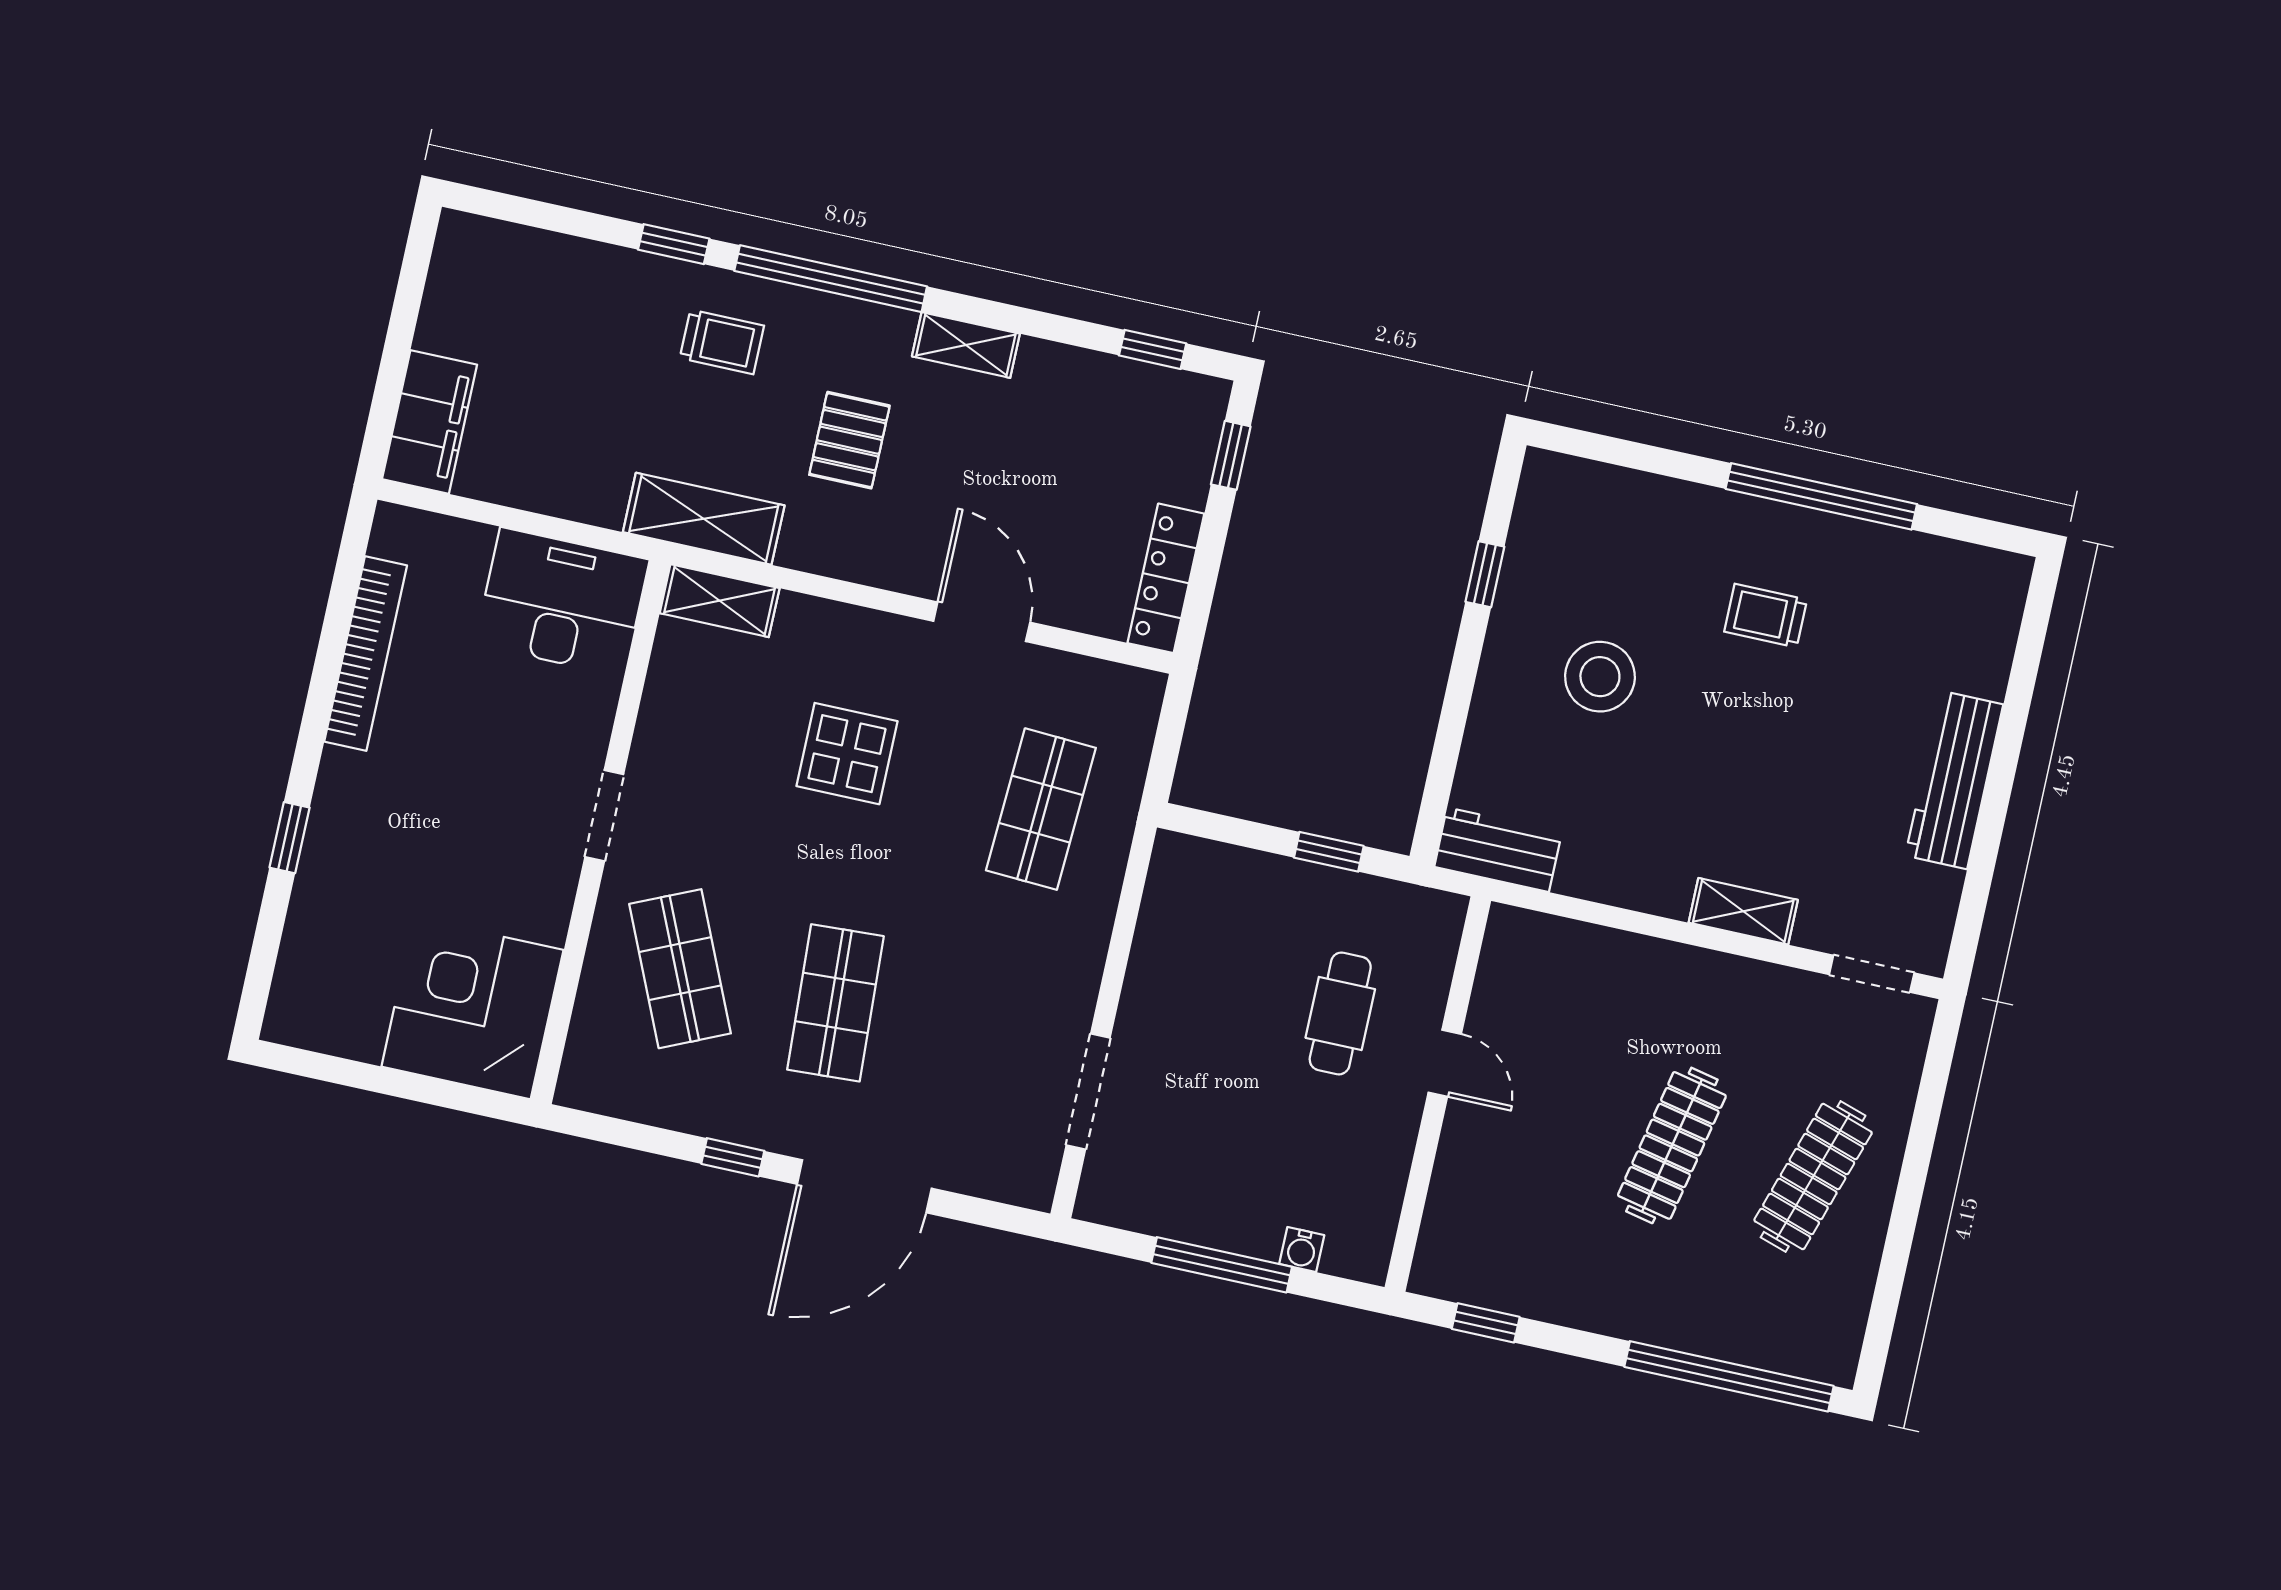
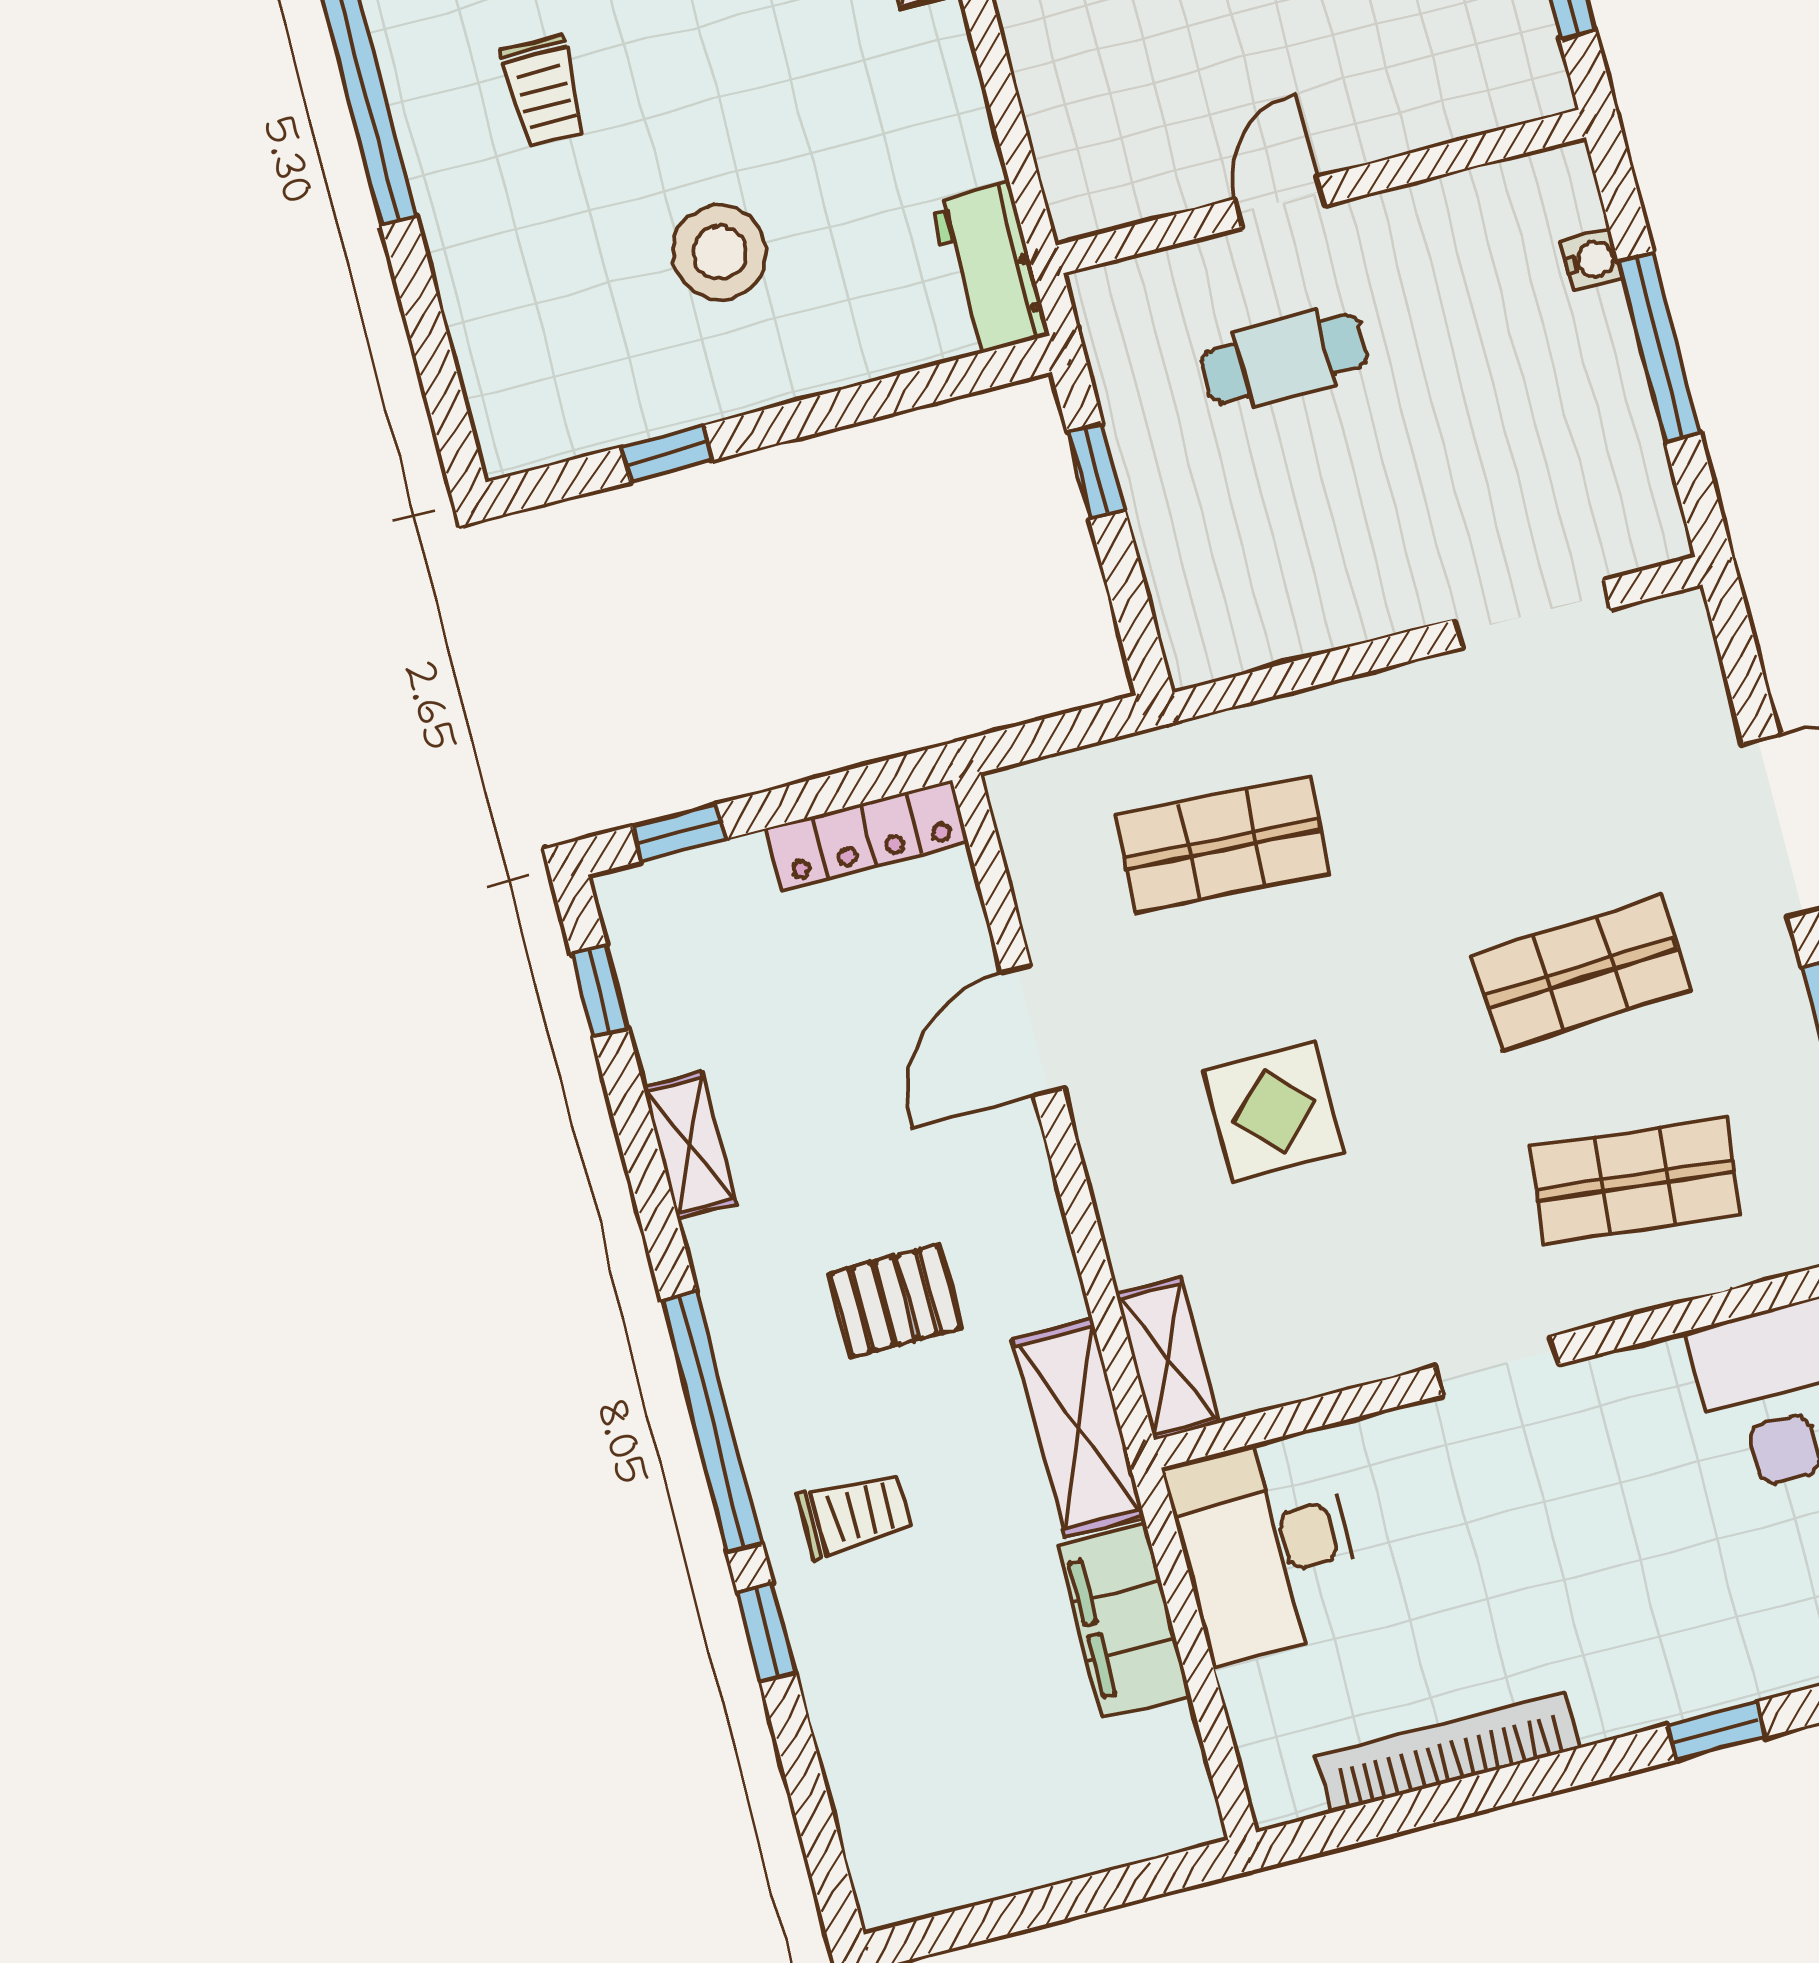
trolley: (722, 342) -> (855, 1515), turned 90
shelving: (966, 345) -> (690, 1145), moved
filing cabinet: (430, 422) -> (1124, 1621), moved, turned -90
shop shelf: (680, 969) -> (1635, 1181), turned 30

